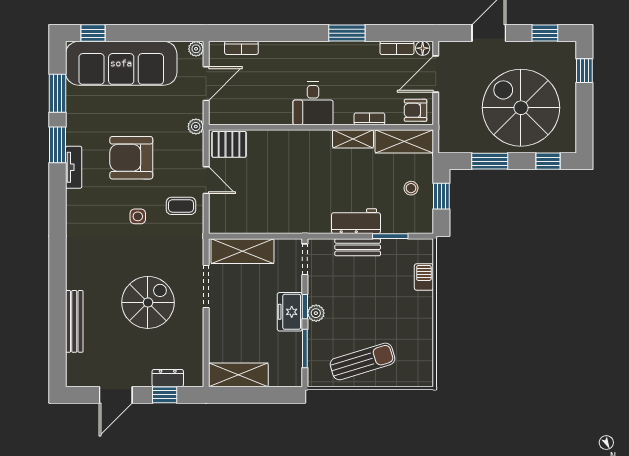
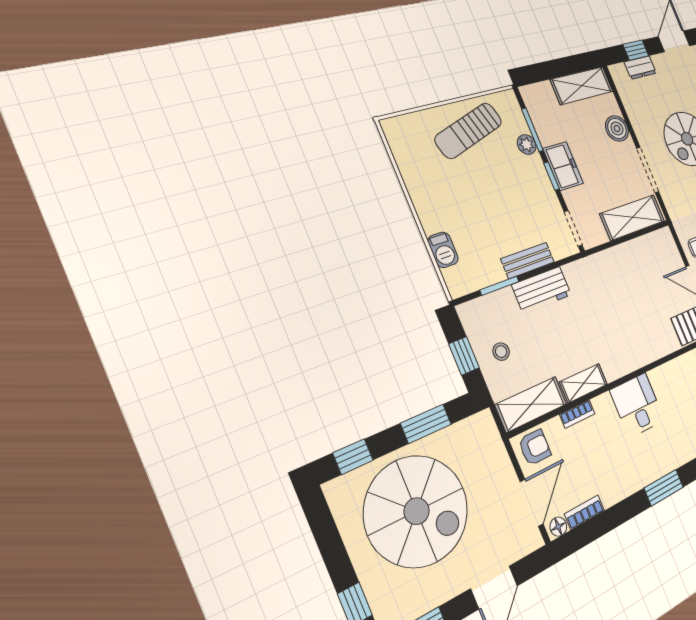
window: (347, 33) -> (664, 488), moved
plant: (316, 313) -> (527, 144), moved
boiler: (220, 330) -> (617, 128), added

